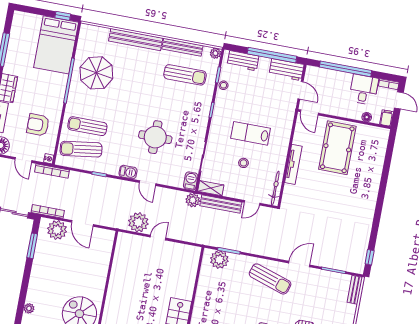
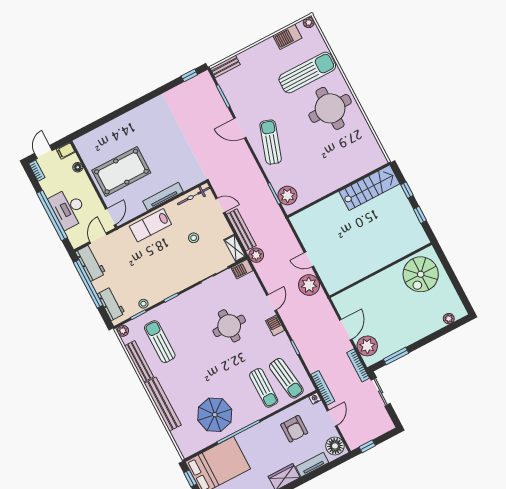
desk: (364, 90) -> (68, 208), moved, width x1.37
lab bench: (251, 133) -> (150, 225), moved, turned 90

